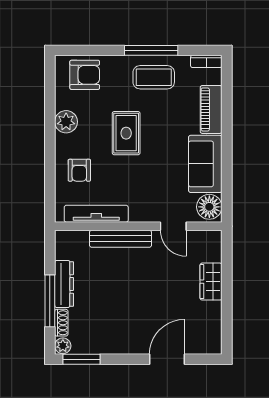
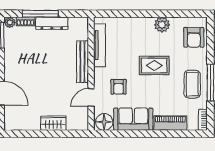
armchair: (79, 170) -> (119, 87), moved, turned -90

